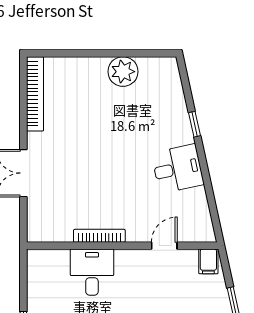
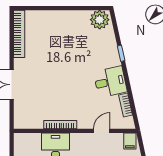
plant: (123, 72) -> (100, 20), moved
bookcase: (202, 205) -> (126, 105), added

